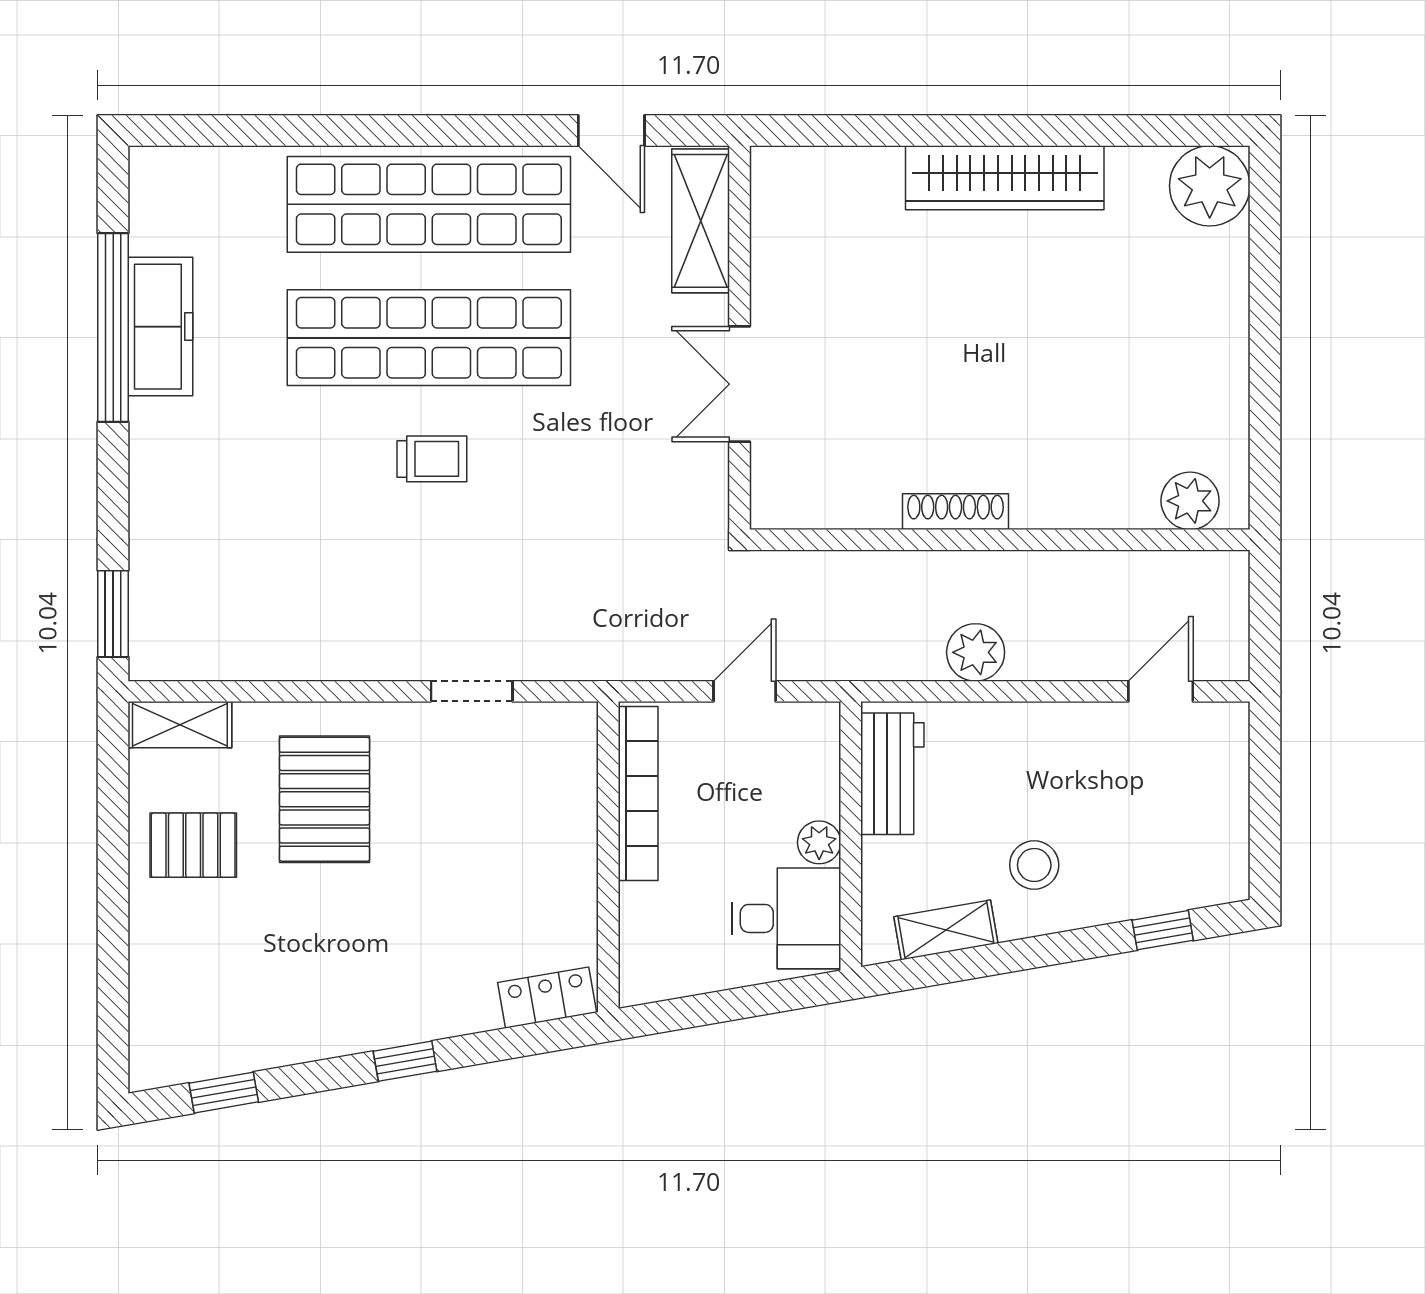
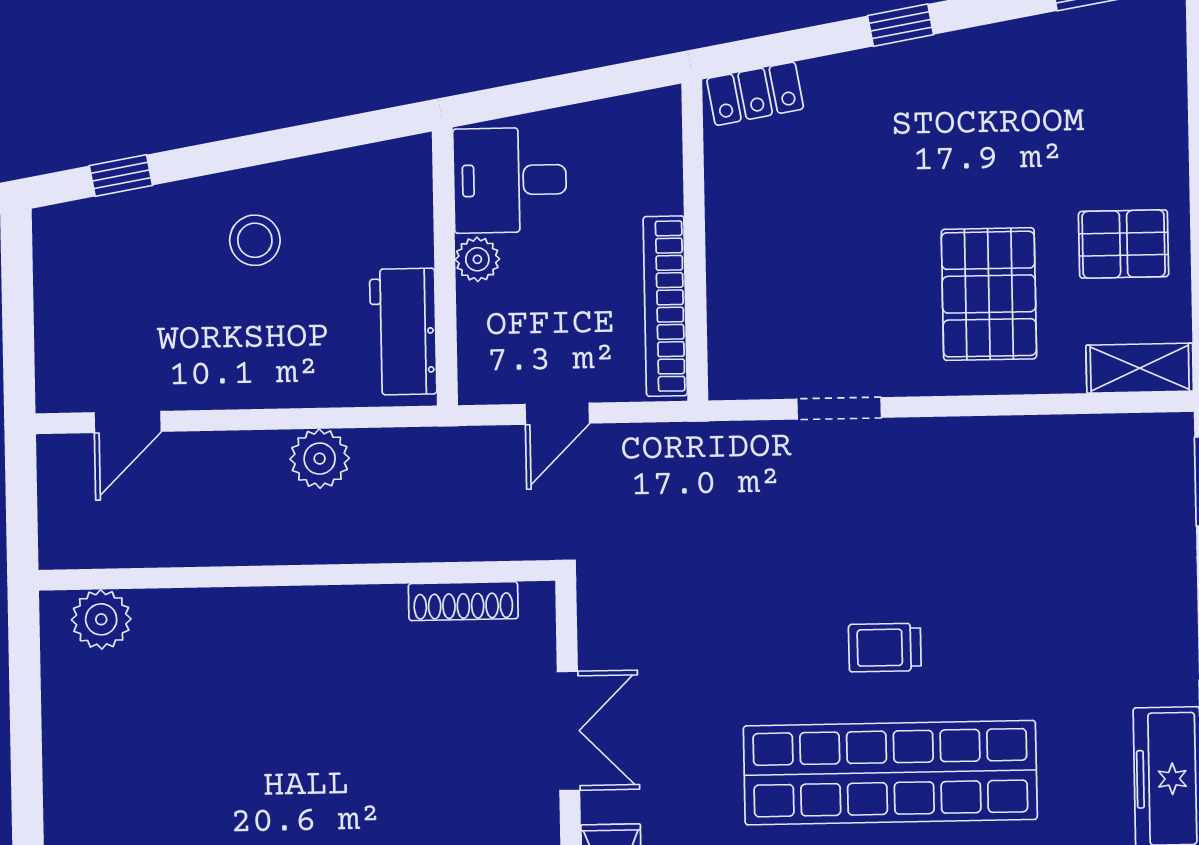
shoe rack: (956, 512) -> (463, 601), moved
shelving: (946, 930) -> (345, 171), removed

